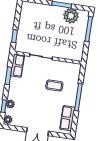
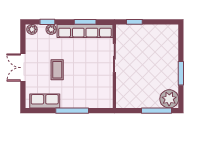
plant: (71, 16) -> (169, 99), moved
row of seats: (17, 66) -> (85, 31), width x2.02
coffee table: (54, 85) -> (57, 70), moved

